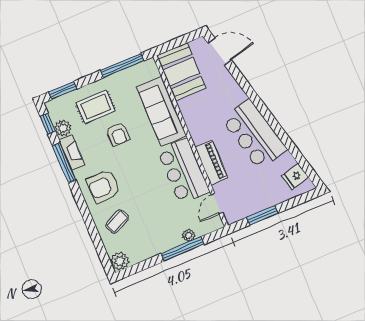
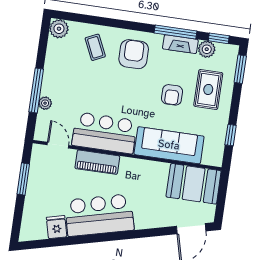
window: (122, 65) -> (231, 135), width x0.46
armchair: (118, 134) -> (172, 95), turned -90
fridge: (295, 177) -> (57, 227), moved

